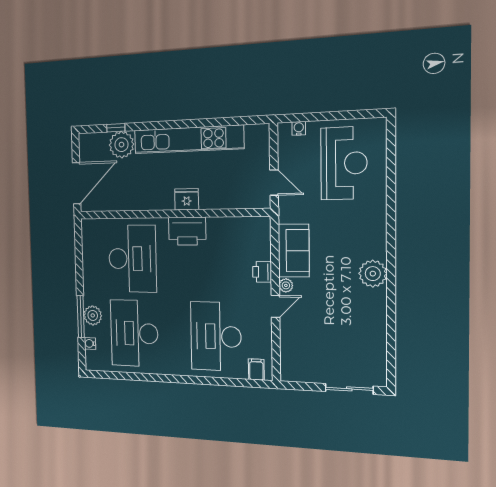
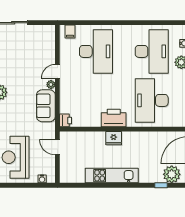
kitchen unit: (188, 139) -> (112, 176), width x0.73
plant: (122, 145) -> (172, 174), moved
printer: (262, 272) -> (66, 120), moved

